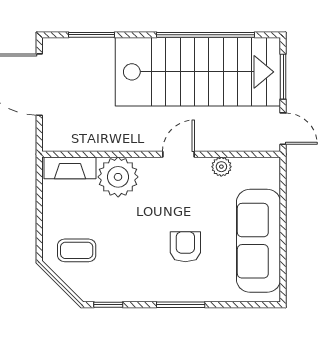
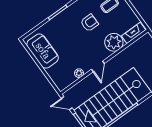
sofa: (259, 241) -> (43, 51), width x0.73
armchair: (185, 247) -> (89, 23), moved, turned -90

